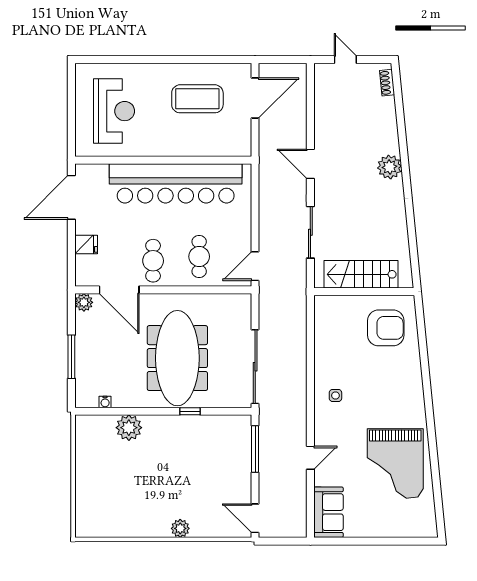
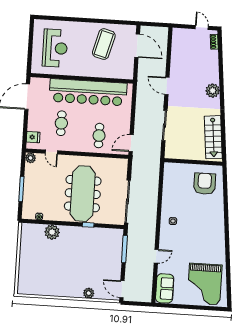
door: (345, 60) -> (202, 27), moved
door: (255, 98) -> (137, 46), hinge flipped
coffee table: (197, 99) -> (104, 44), turned -75
fridge: (86, 245) -> (33, 137), moved
cafe table: (153, 261) -> (61, 123), moved
stairs: (361, 274) -> (213, 137), moved, turned -96
door: (119, 290) -> (51, 152), width x0.53
armchair: (386, 328) -> (205, 184), turned -90
grand piano: (395, 464) -> (205, 284), moved
plant: (180, 528) -> (89, 293), moved

